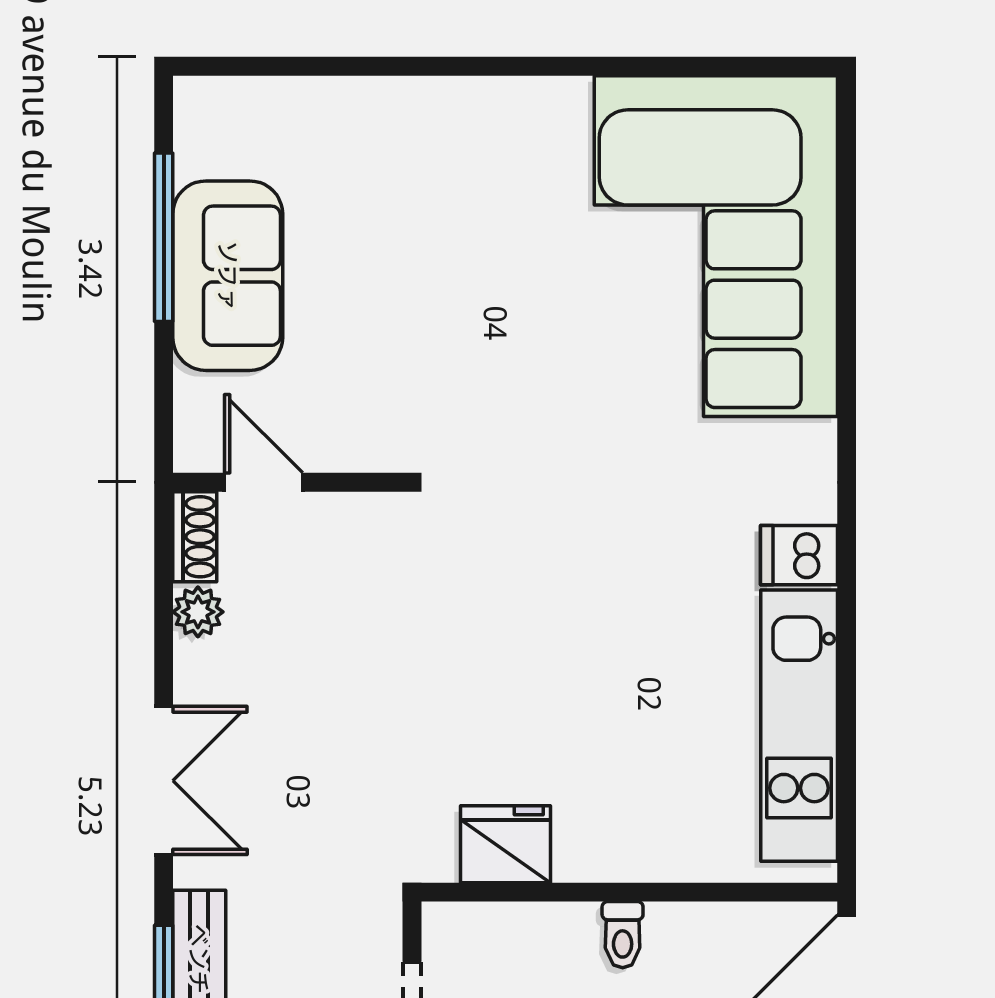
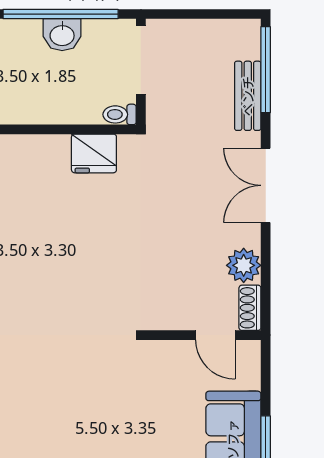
plant: (198, 612) -> (244, 265), width x1.38, depth x1.38
toilet: (623, 935) -> (120, 114), moved, turned -90

